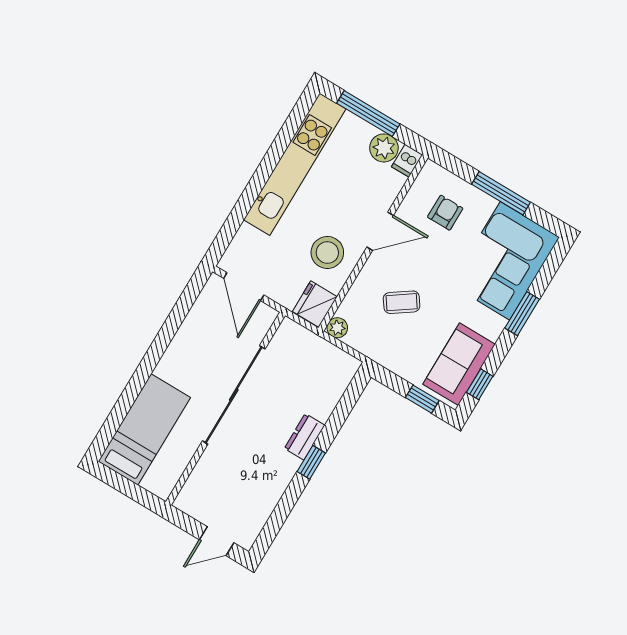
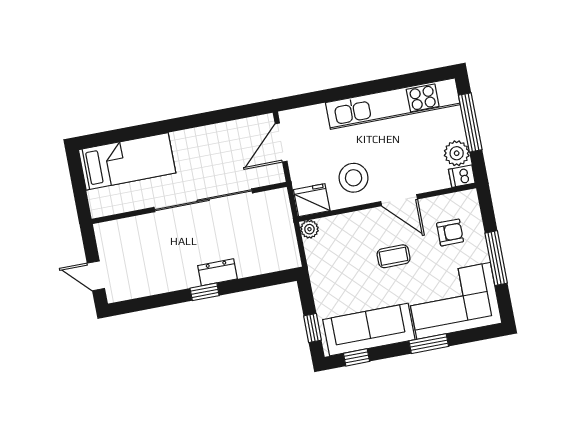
coffee table: (402, 302) -> (394, 256), moved, turned -55
sofa: (459, 364) -> (369, 330), width x1.36

